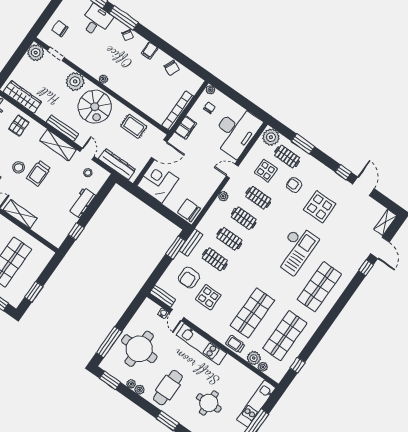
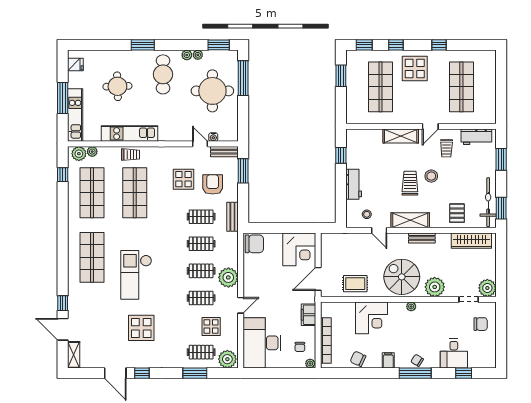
window: (124, 18) -> (415, 373), moved
corner desk: (139, 92) -> (372, 318), added
bookcase: (178, 111) -> (326, 341), moved
bench: (62, 128) -> (422, 238), width x0.73
dresser: (117, 164) -> (346, 240), removed
armchair: (294, 185) -> (177, 331), removed
plant: (223, 196) -> (228, 277), width x1.87, depth x1.87
window: (176, 248) -> (243, 171), moved
kitchen unit: (201, 344) -> (130, 134), moved
plant: (254, 358) -> (79, 154), moved

